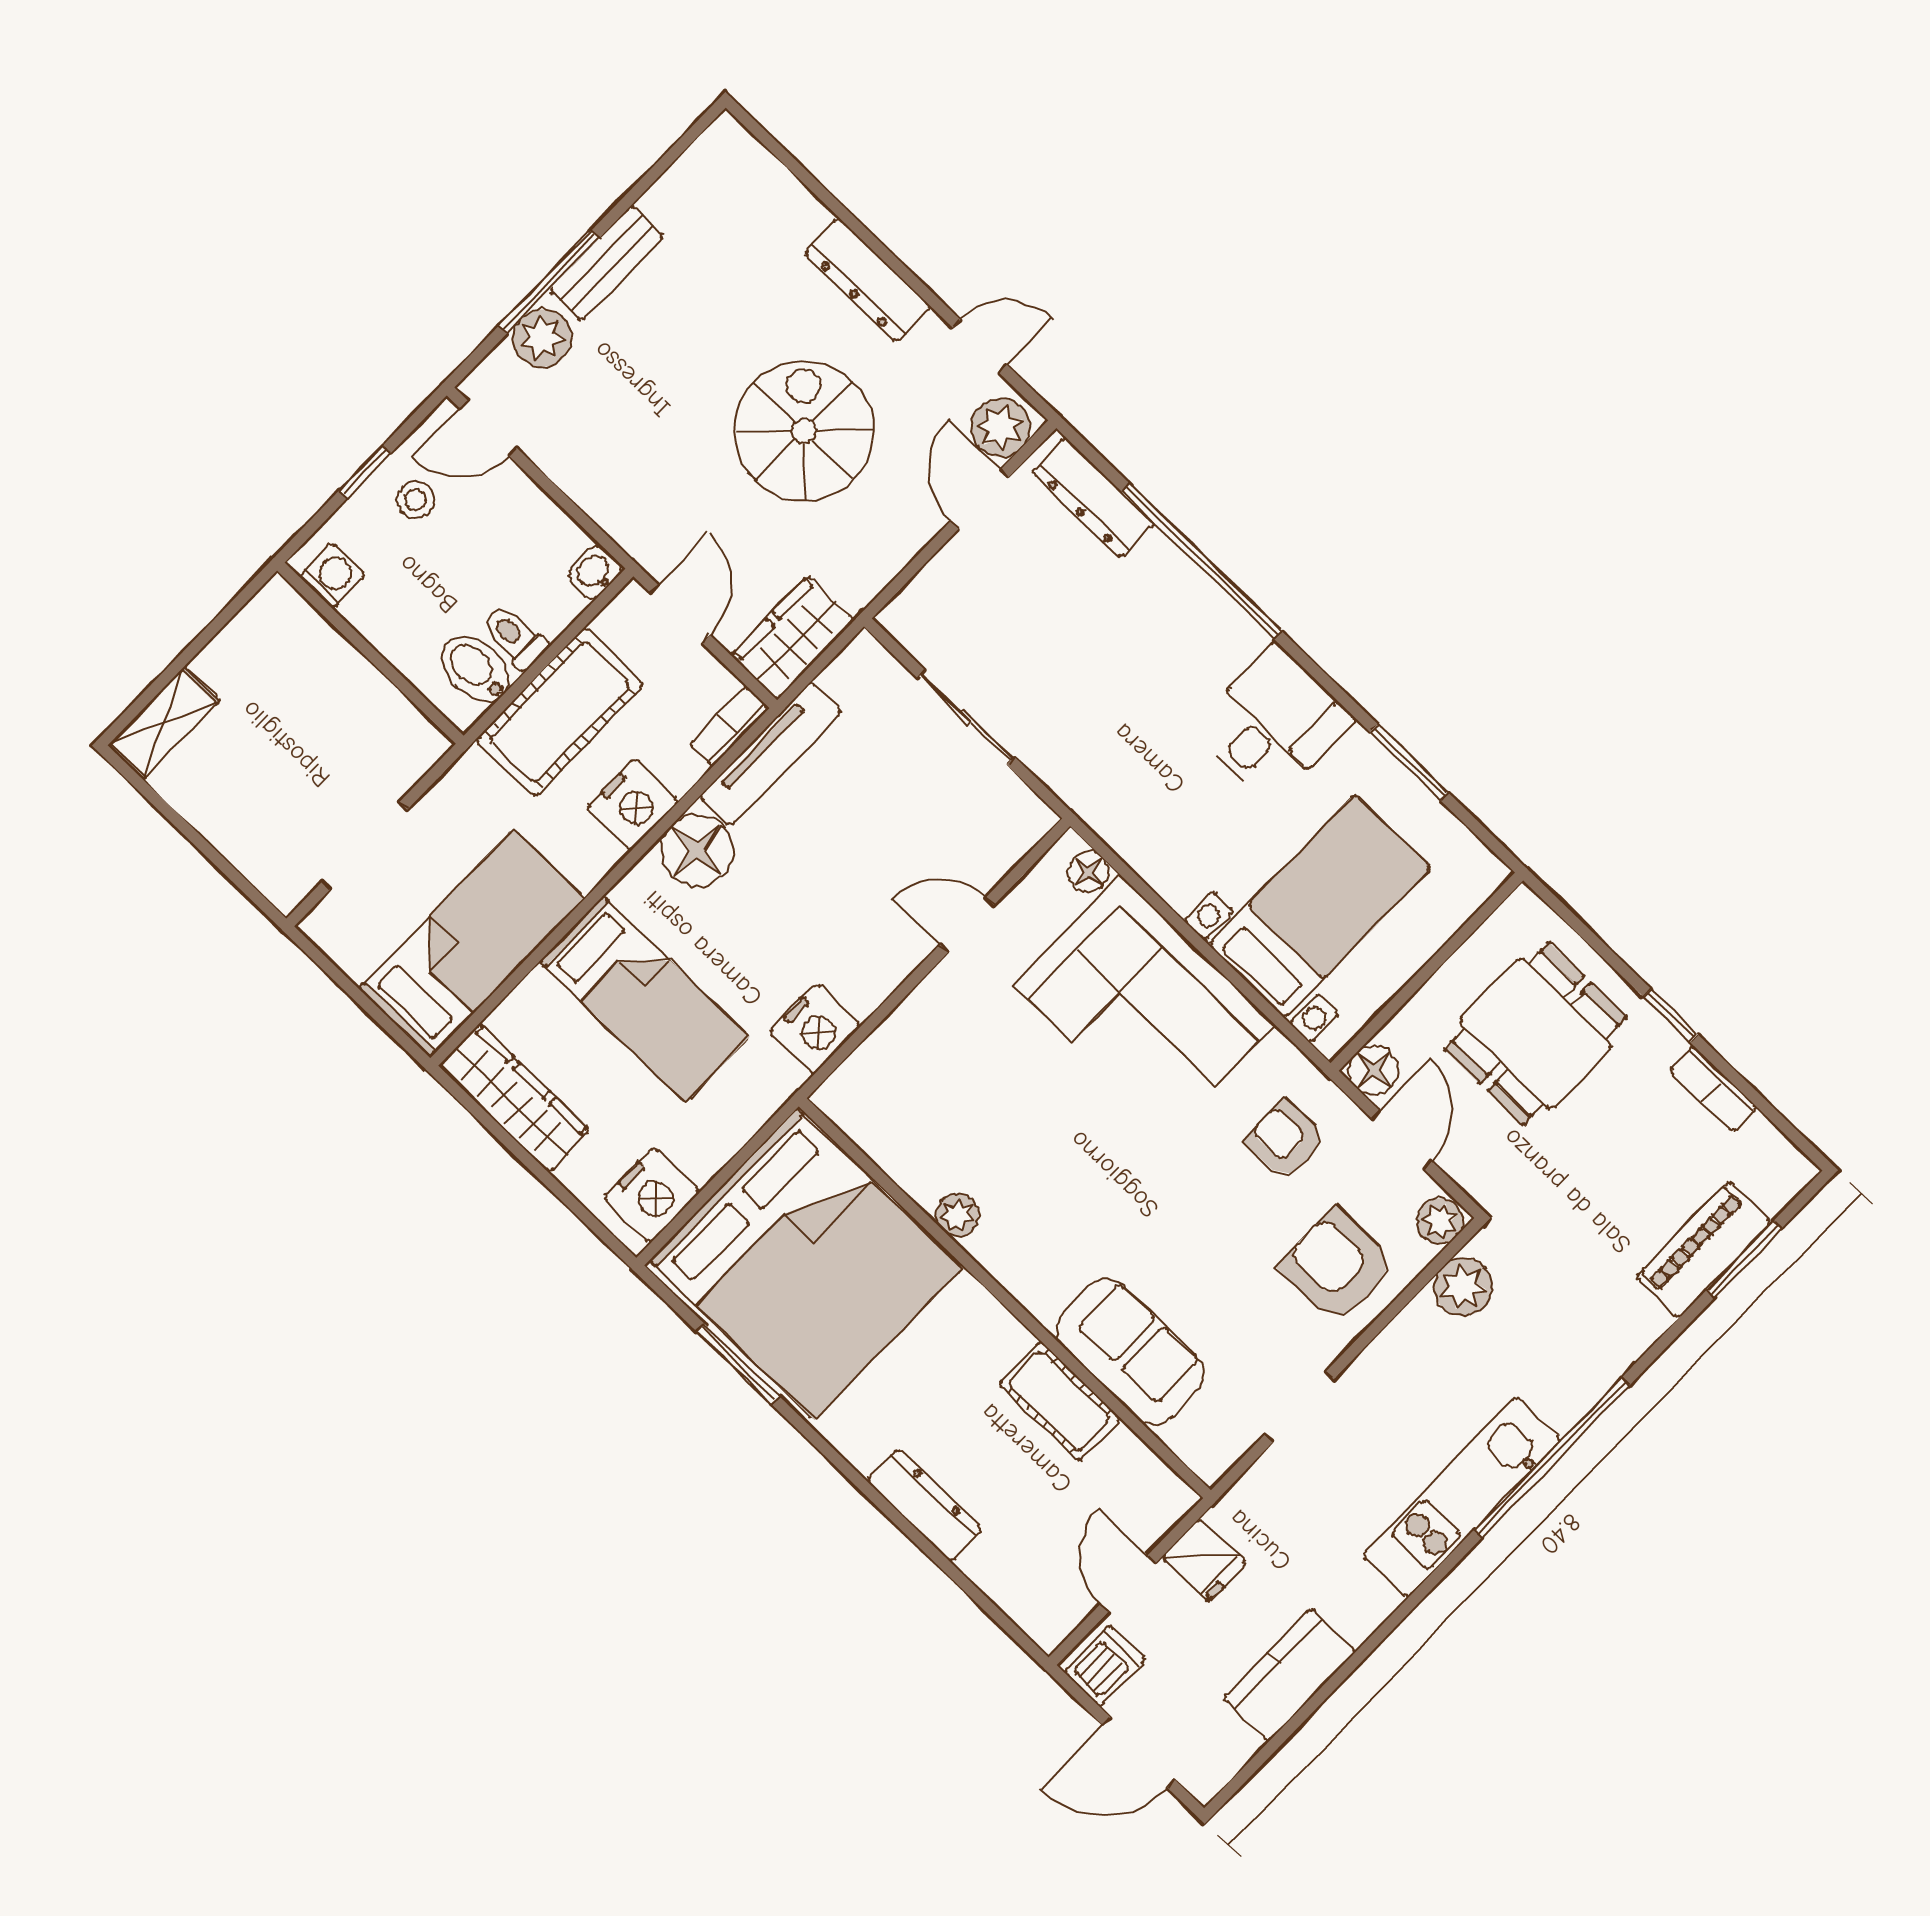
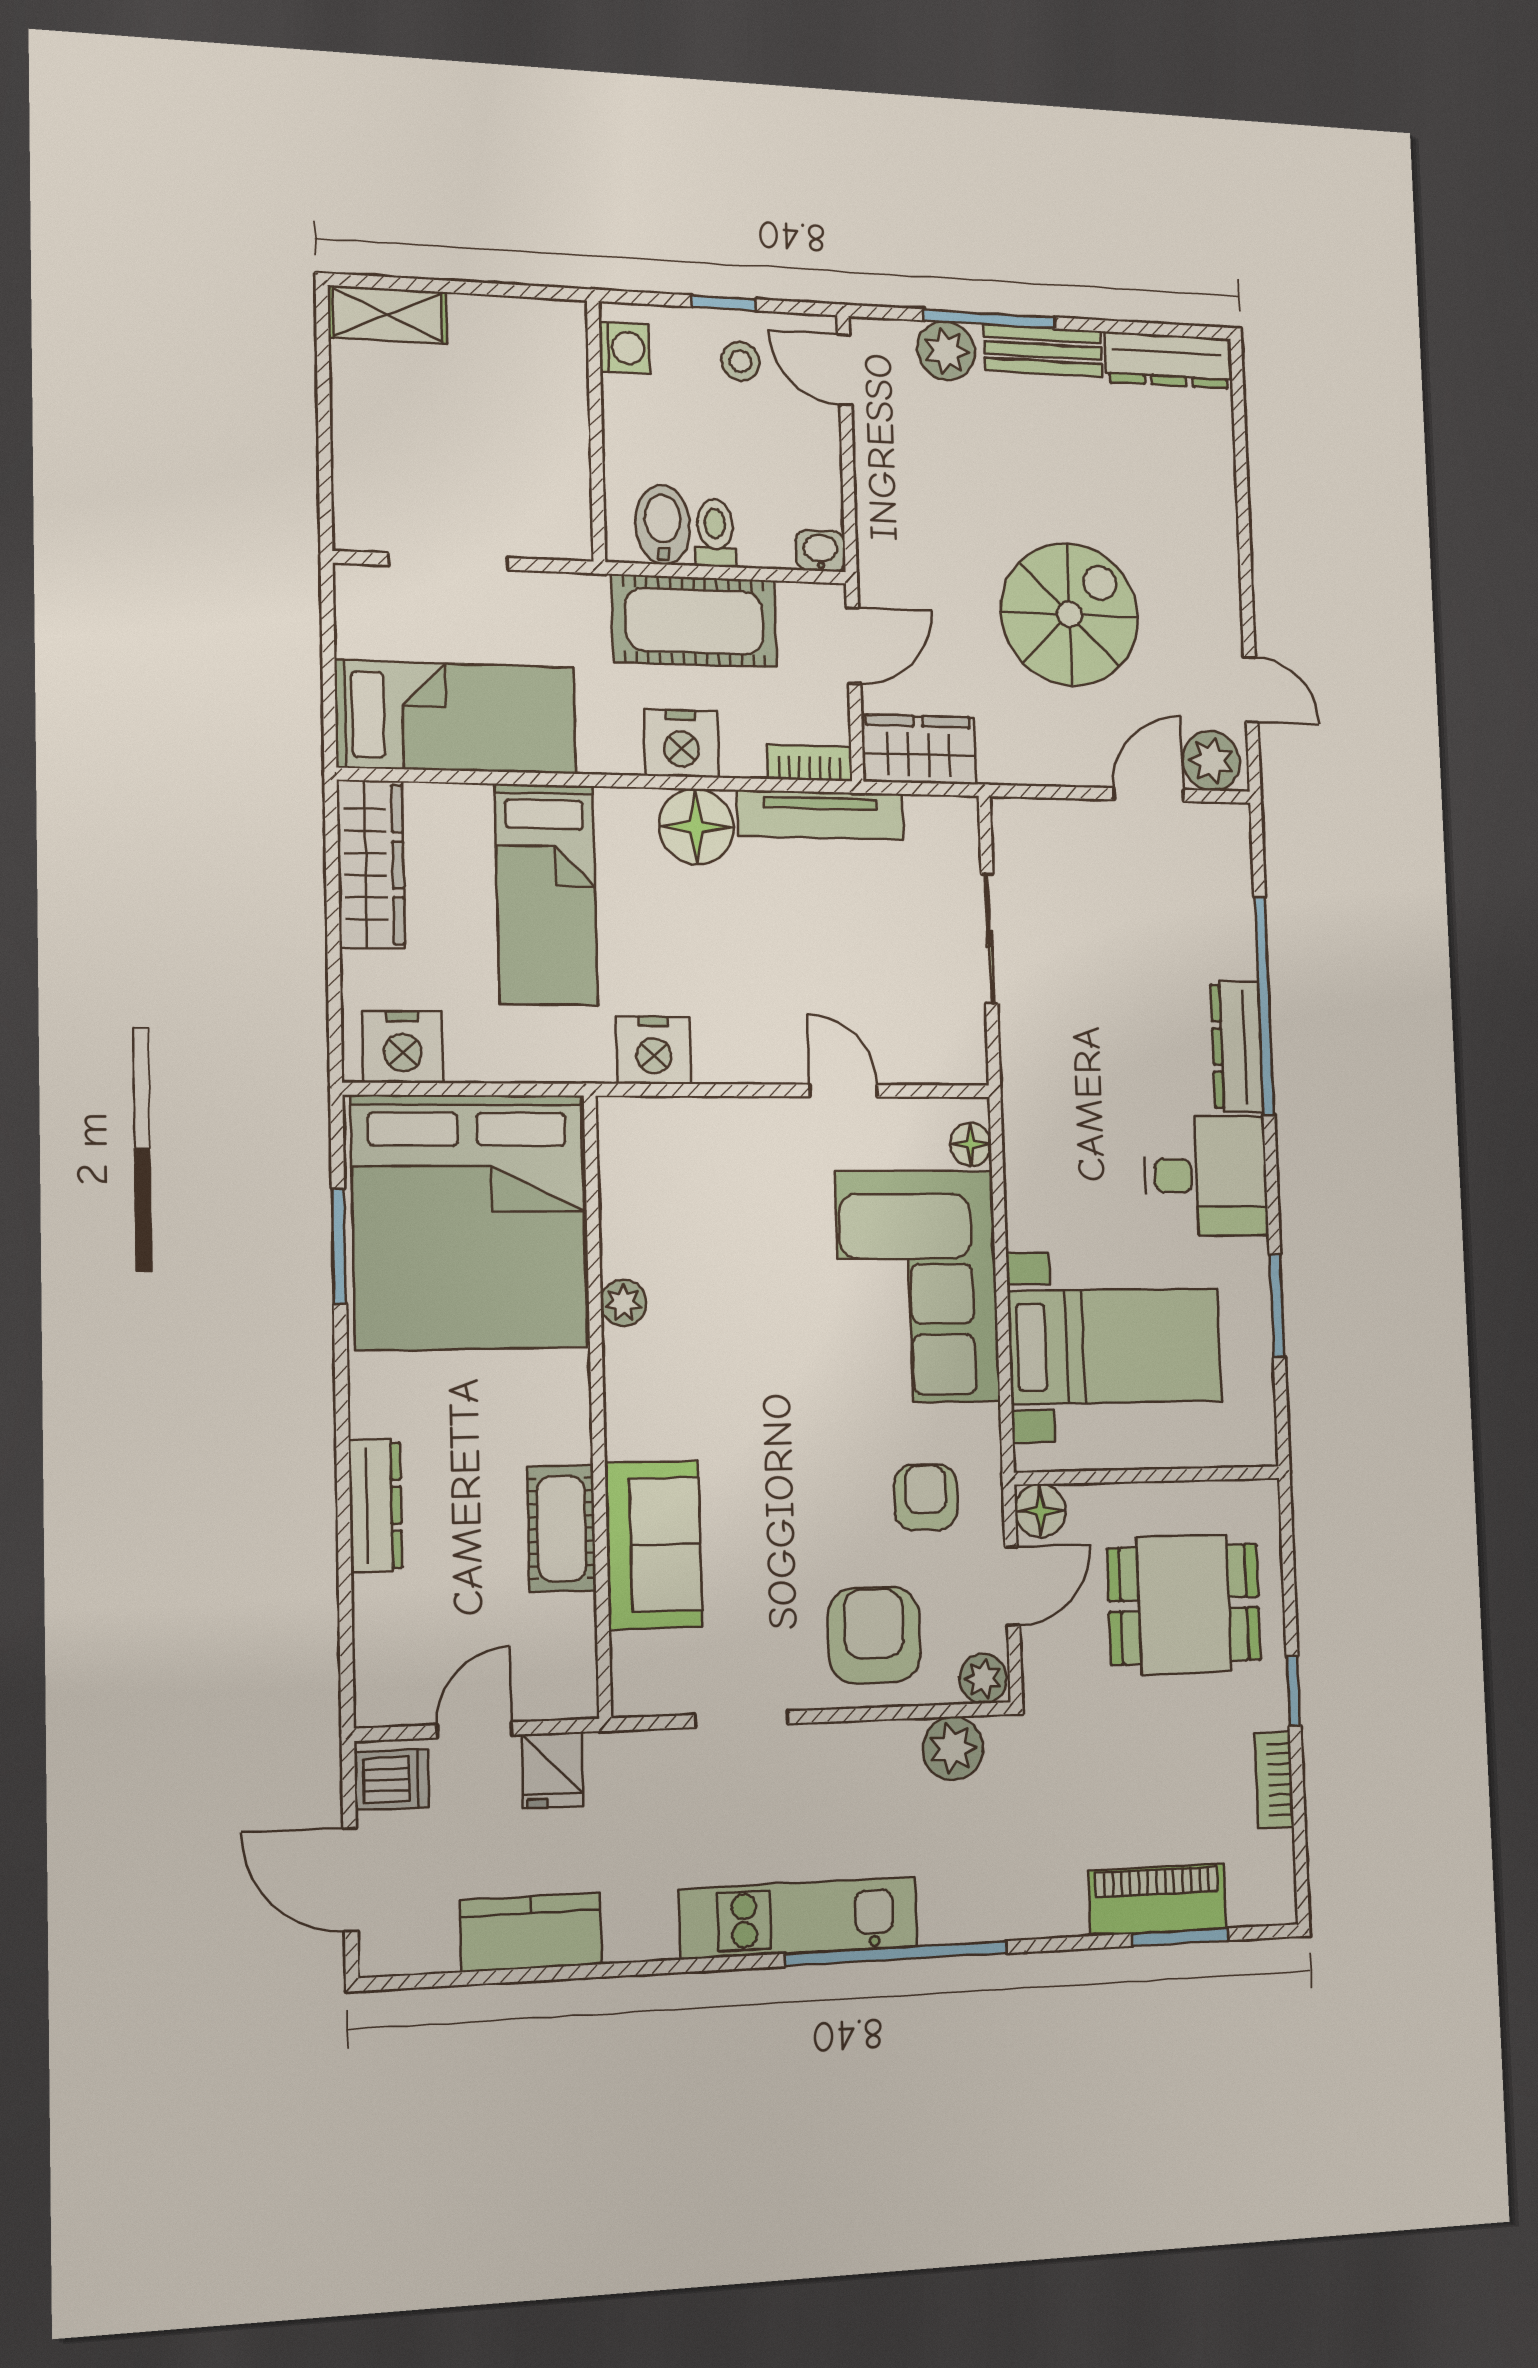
dresser: (868, 280) -> (1168, 360), moved, turned -90
dresser: (1093, 498) -> (1237, 1047), moved

